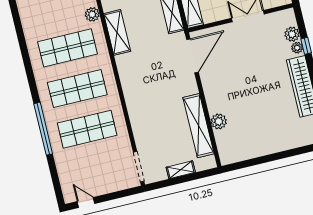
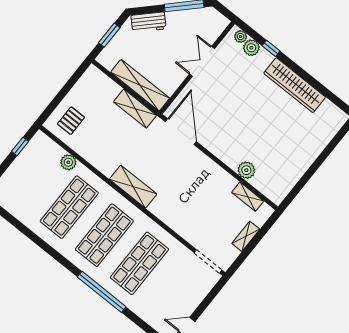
shelving: (117, 32) -> (133, 187), moved
plant: (297, 48) -> (241, 37), moved
shelving: (198, 126) -> (248, 197), width x0.45, depth x0.75

